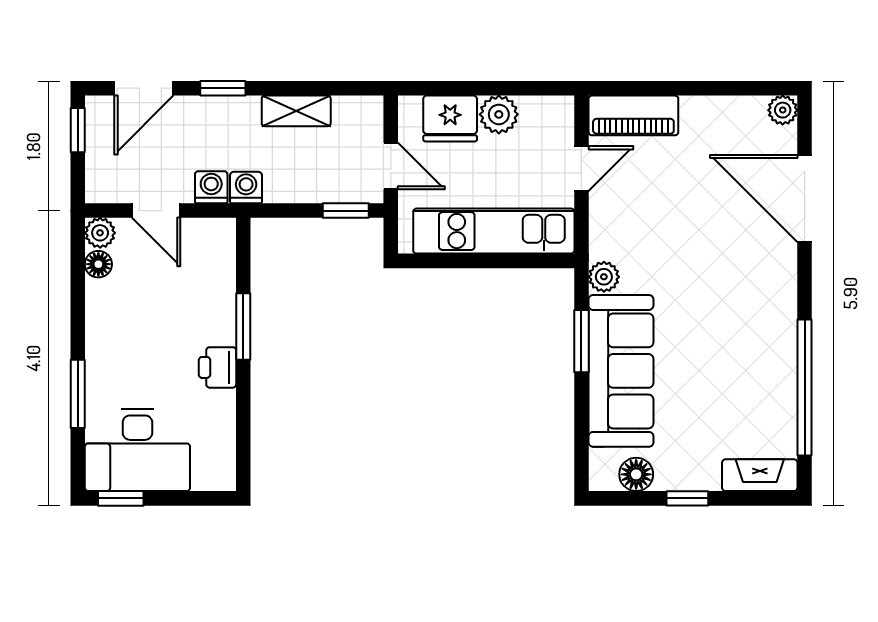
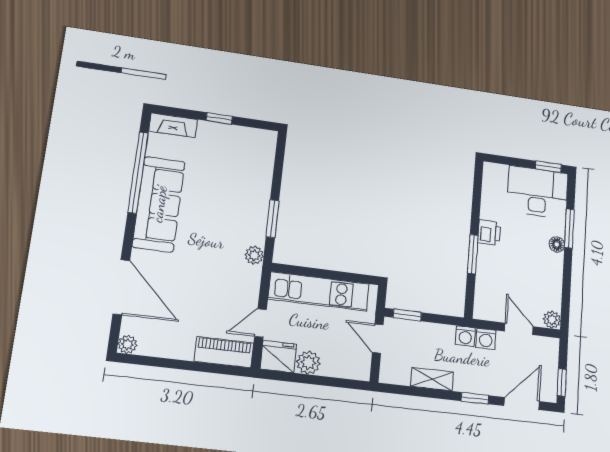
fridge: (450, 118) -> (278, 357), moved
floor lamp: (98, 264) -> (557, 244), moved
sofa: (621, 371) -> (159, 204), moved, turned 180
floor lamp: (636, 474) -> (248, 137), removed

